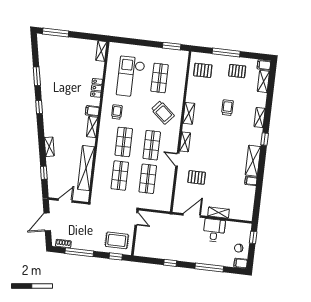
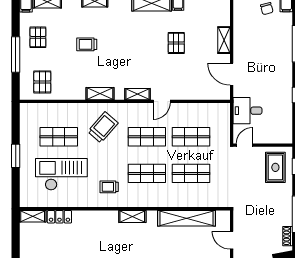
window: (172, 46) -> (16, 156), moved
checkout: (131, 77) -> (61, 174), turned 180
locker: (97, 88) -> (59, 217), moved
filing cabinet: (92, 111) -> (112, 219), removed
pallet: (197, 177) -> (176, 43), moved
desk: (214, 230) -> (248, 111), moved

